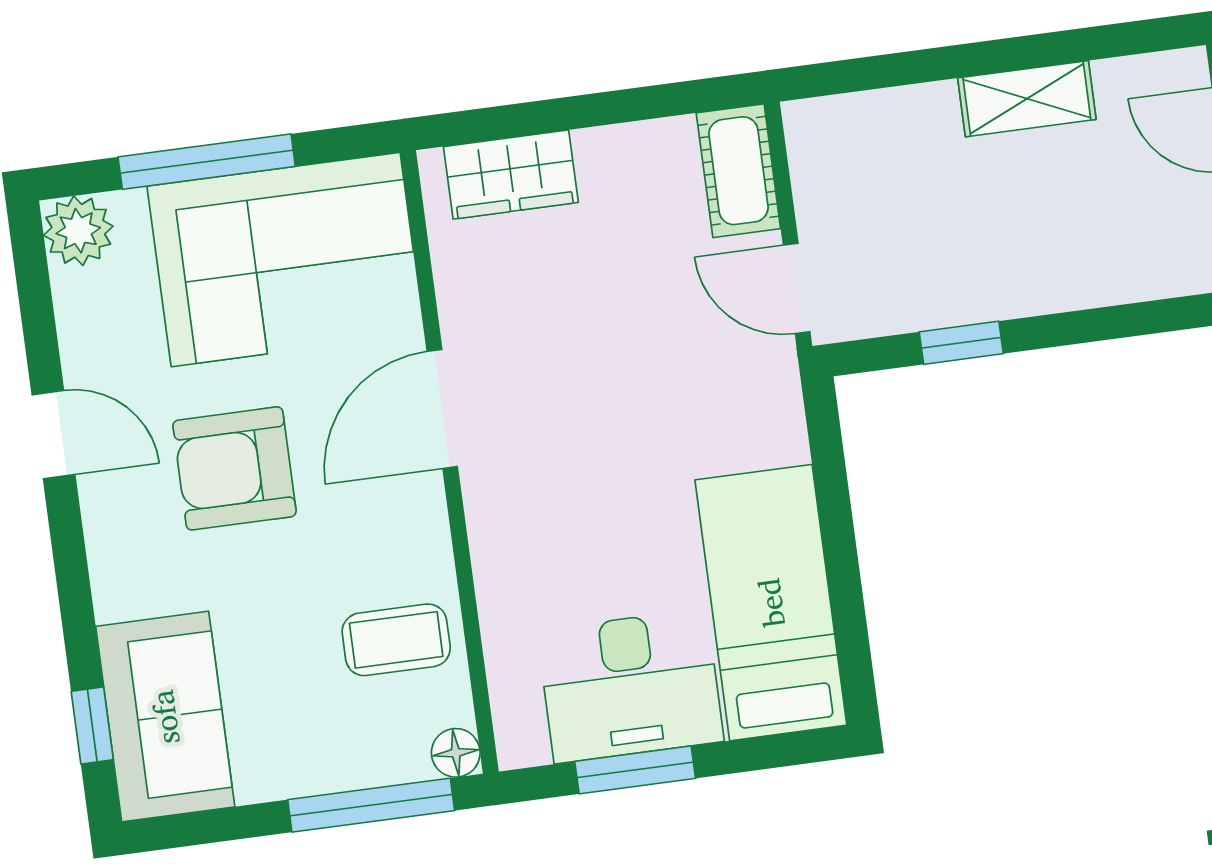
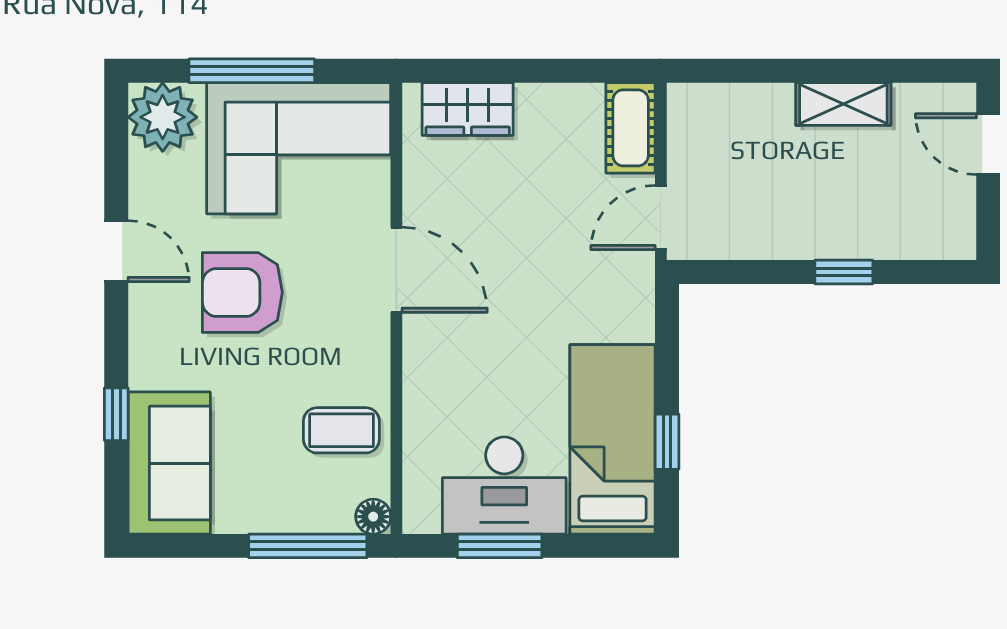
plant: (78, 231) -> (163, 117), width x1.36, depth x1.36
door: (797, 288) -> (661, 218), hinge flipped
window: (961, 343) -> (844, 272), moved
door: (442, 409) -> (396, 270), swing flipped
window: (846, 596) -> (667, 442), added
window: (92, 725) -> (116, 414), moved

